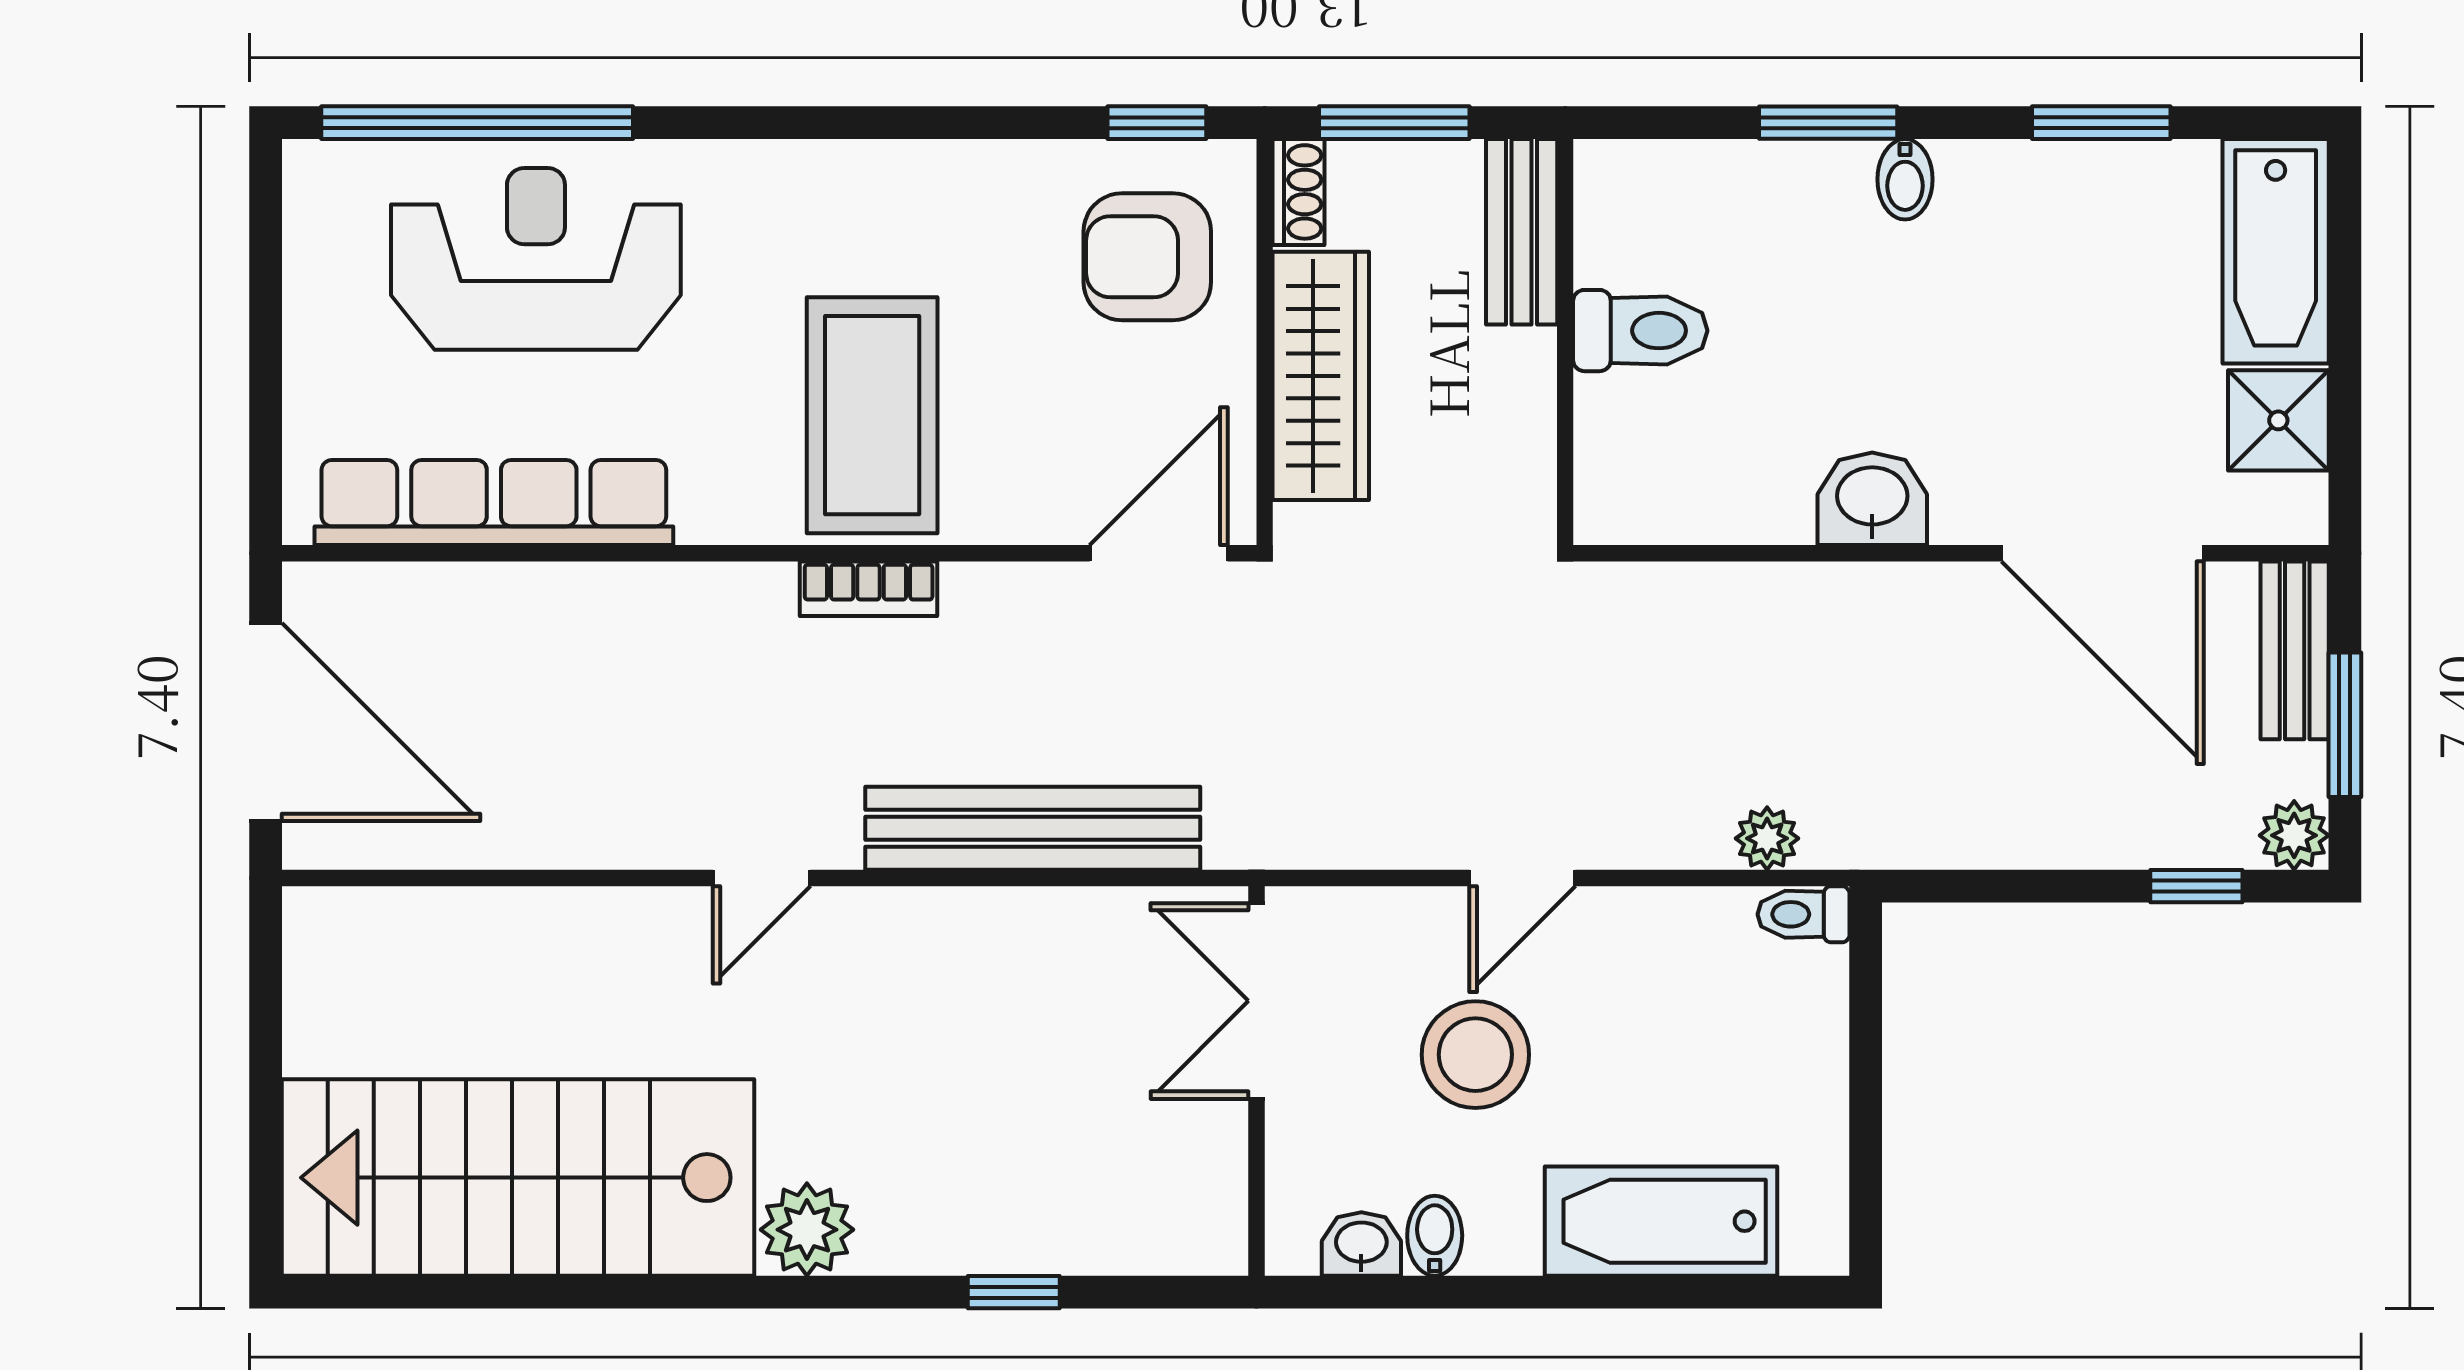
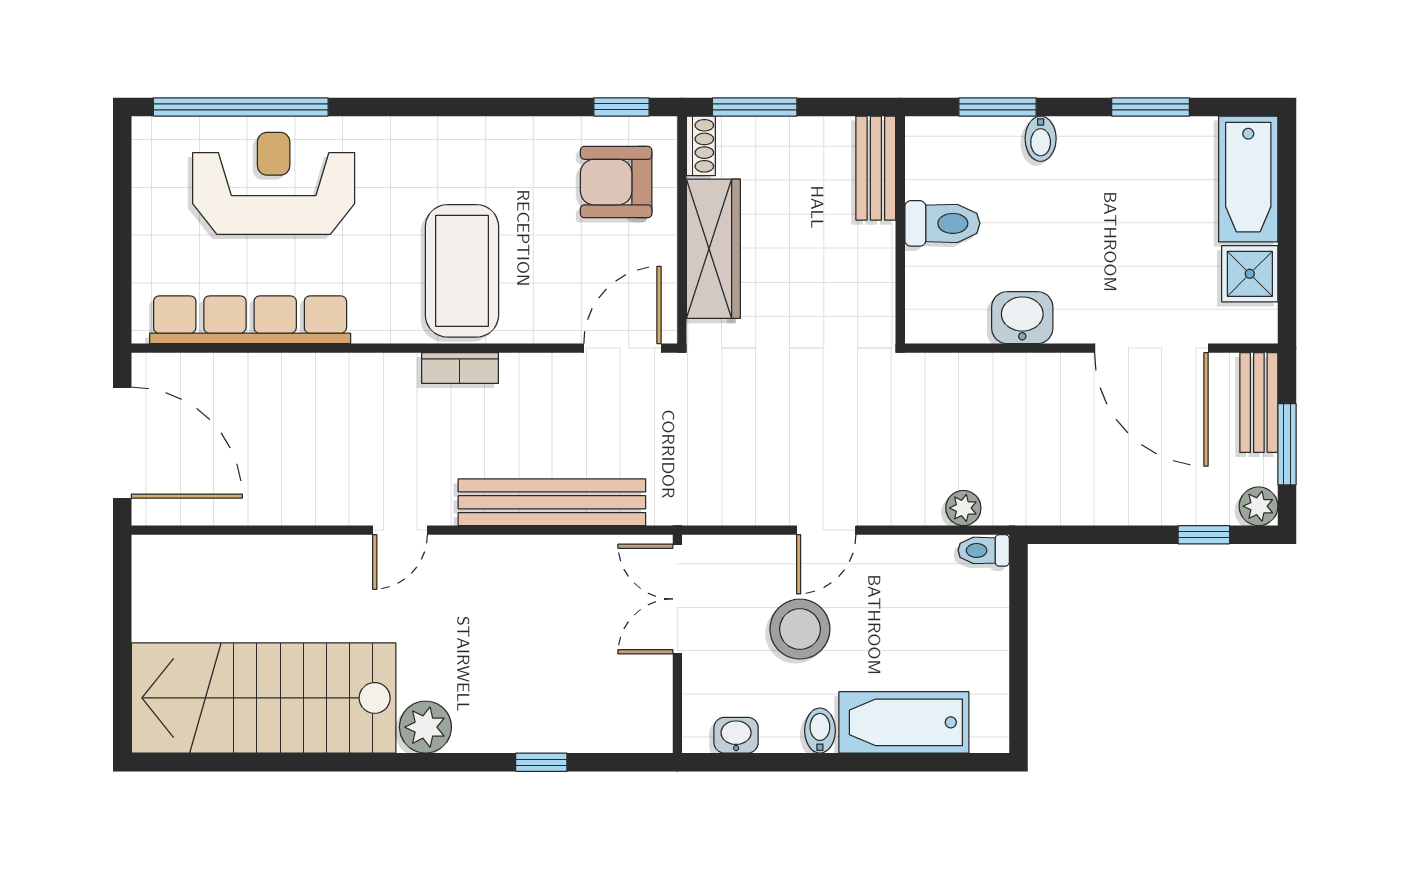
bench: (1522, 232) -> (876, 168), moved
toilet: (1640, 331) -> (942, 223), moved
wall: (1565, 342) -> (900, 230), moved
bidet: (1435, 1236) -> (820, 731), moved

